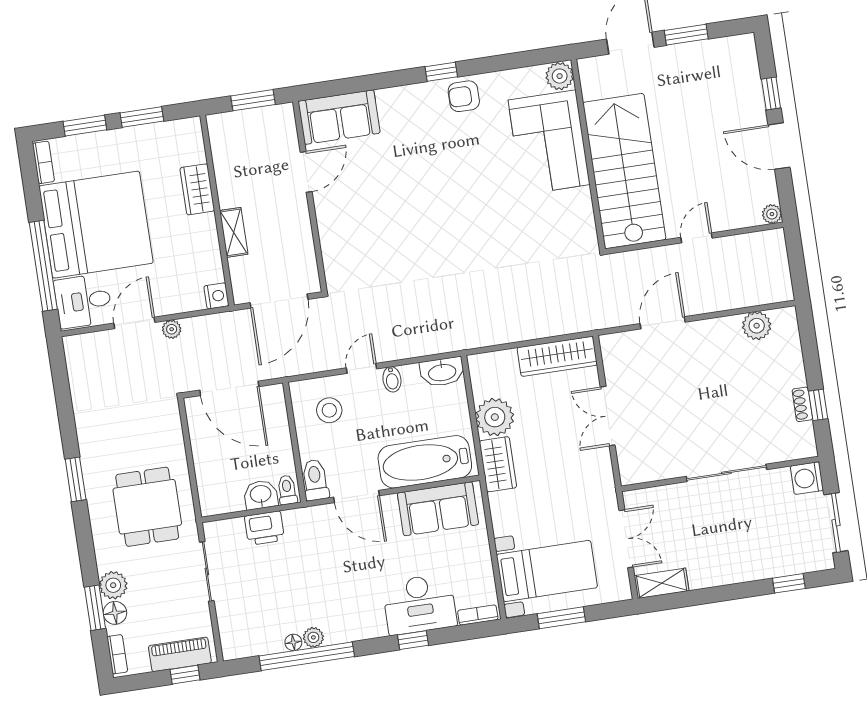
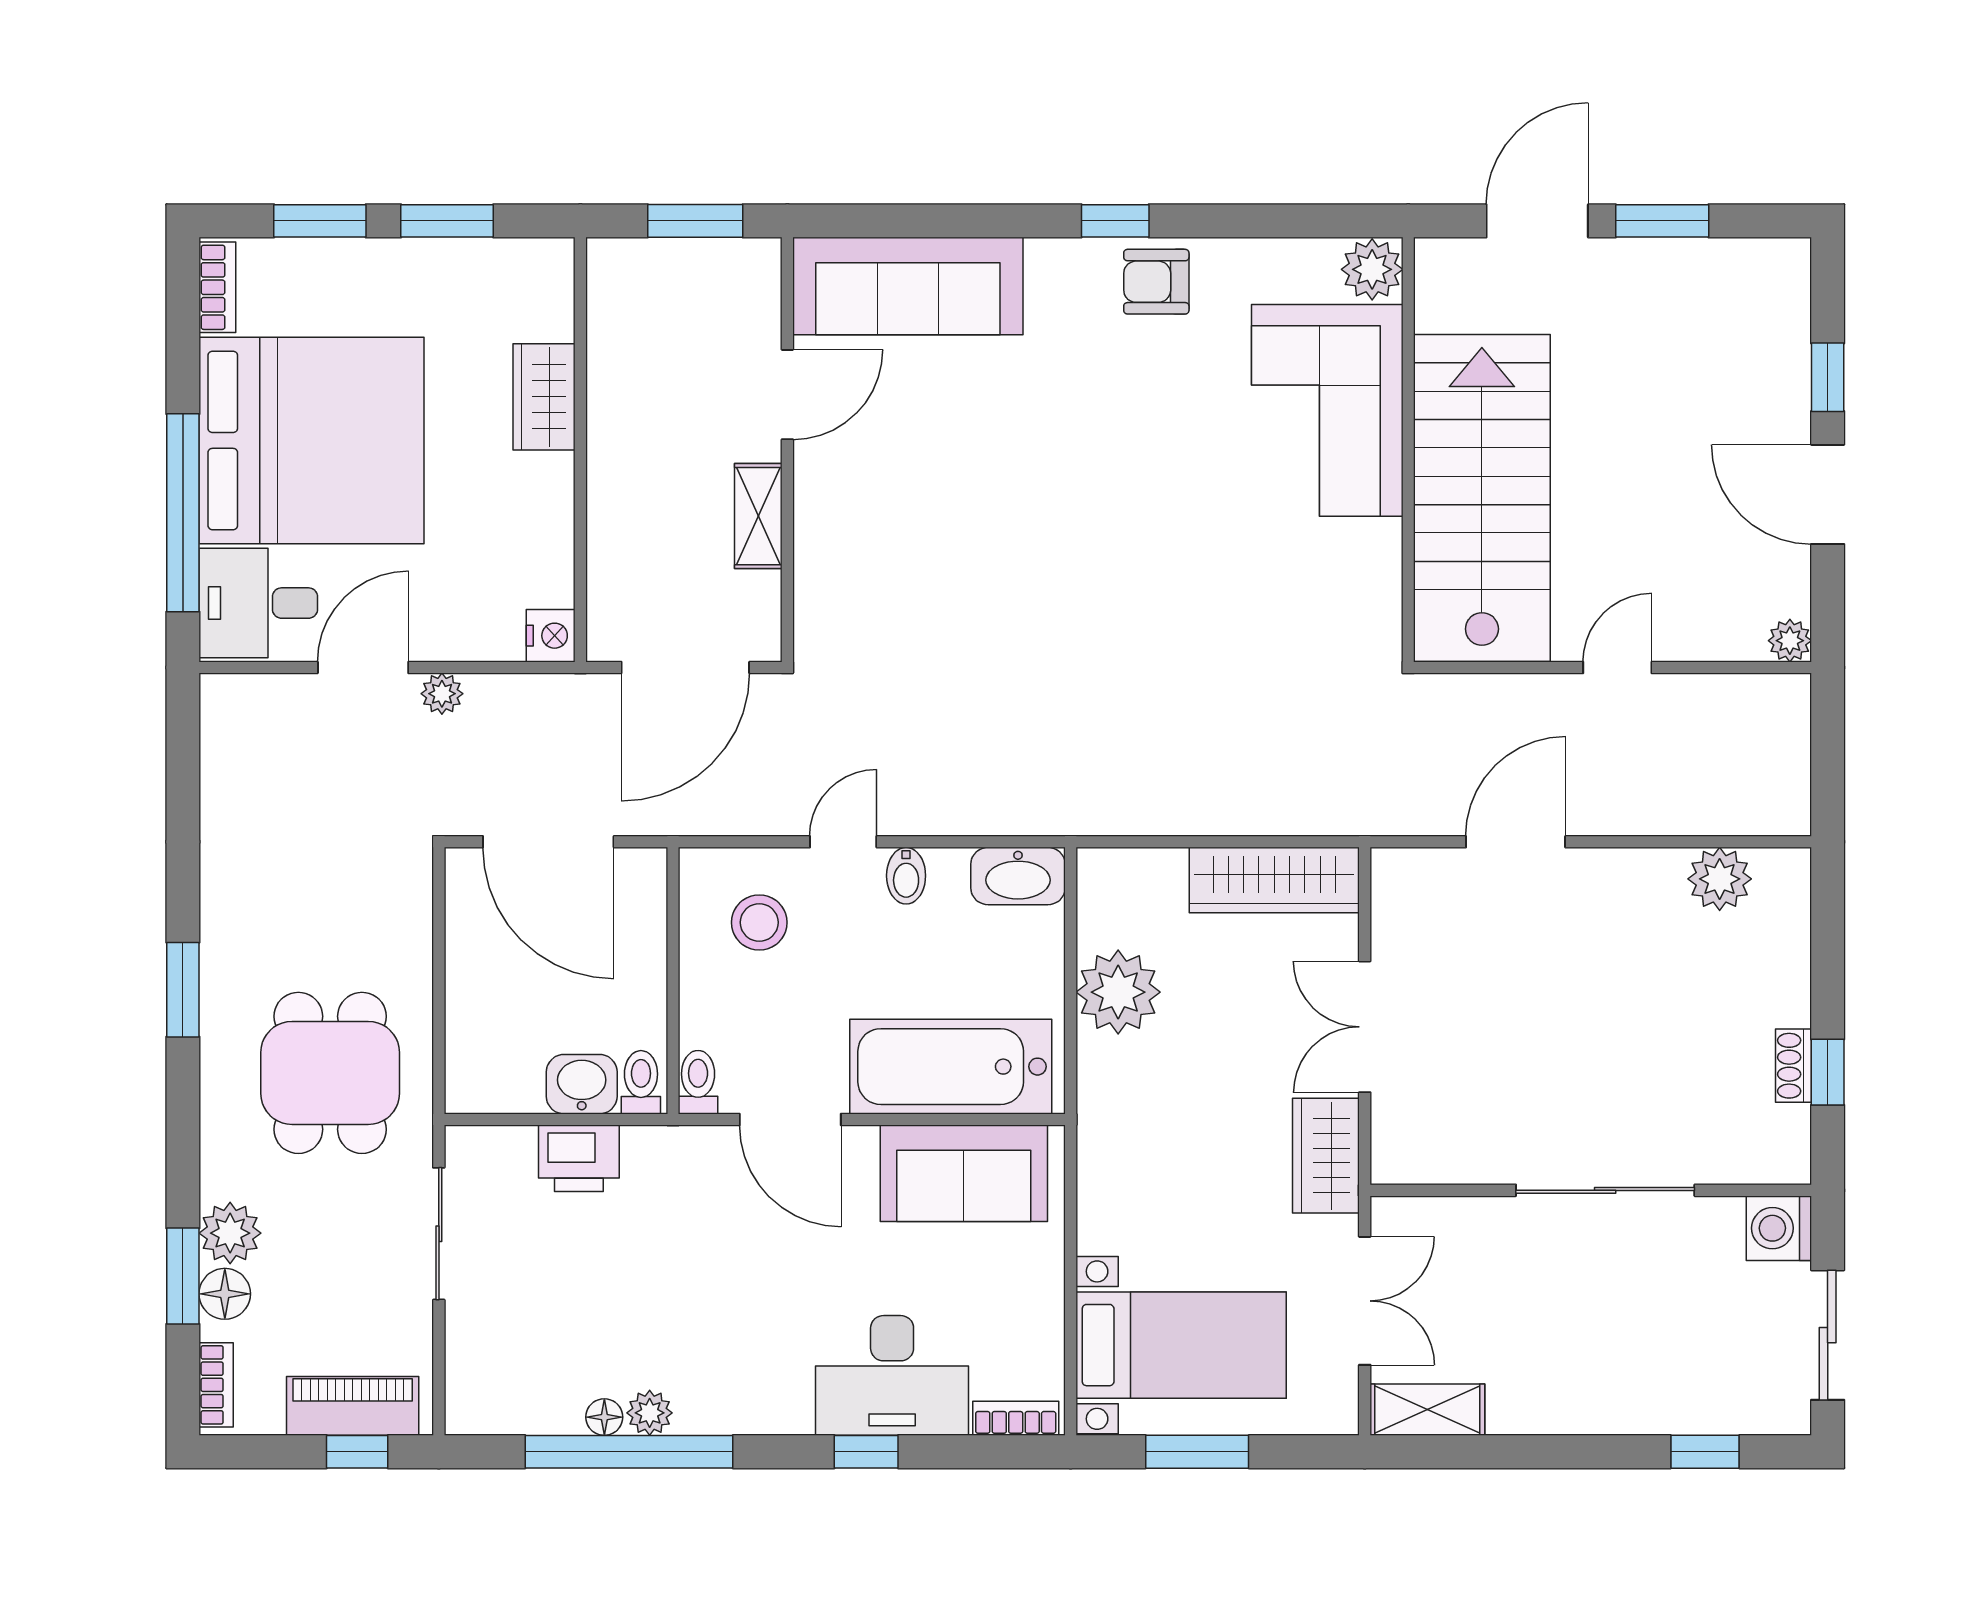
sofa: (339, 117) -> (908, 286), width x1.36
shelving: (234, 232) -> (758, 516), moved
wardrobe: (498, 464) -> (1326, 1156), moved, turned 180
toilet: (315, 480) -> (698, 1082), width x0.73, depth x0.72

